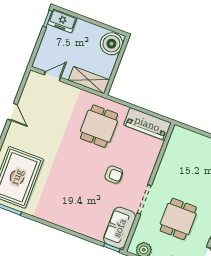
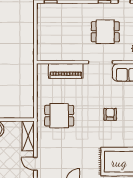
piano: (147, 124) -> (66, 71), moved, turned 90
armchair: (114, 175) -> (110, 114), moved

